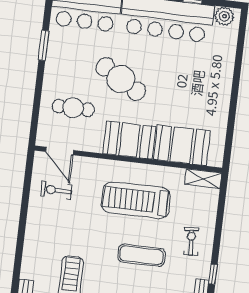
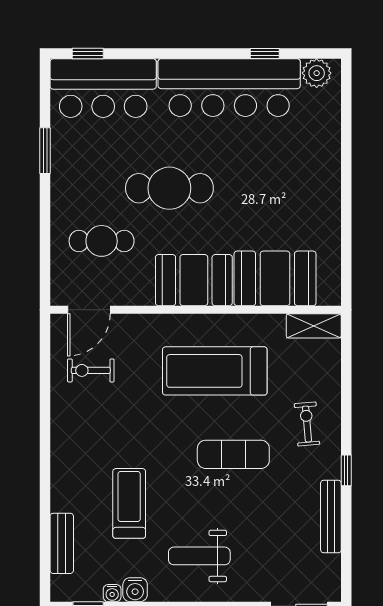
cafe table: (121, 79) -> (169, 188), turned -31
door: (60, 151) -> (89, 310), hinge flipped

